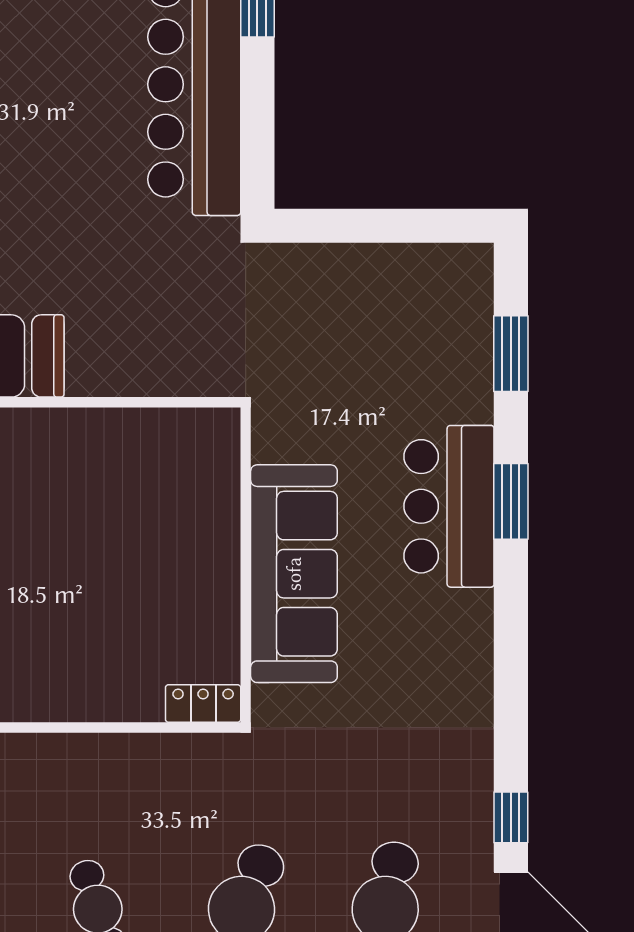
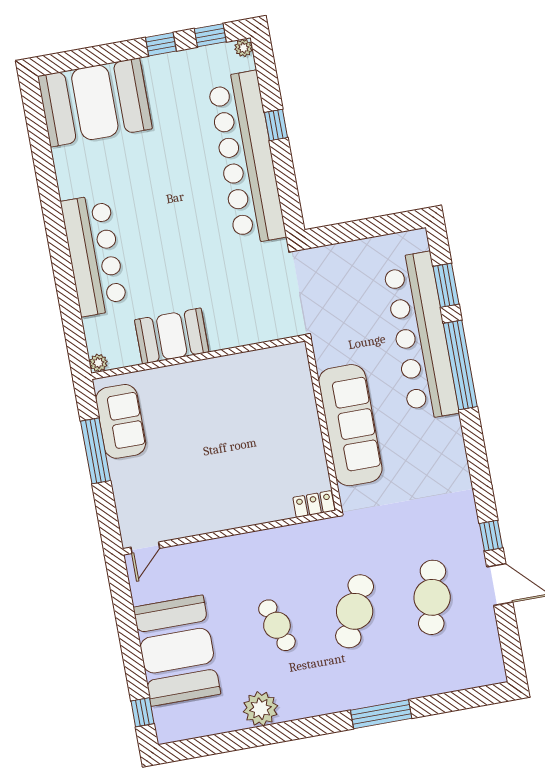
window: (511, 501) -> (460, 365), width x2.11
bar counter: (449, 506) -> (421, 336), width x1.86

